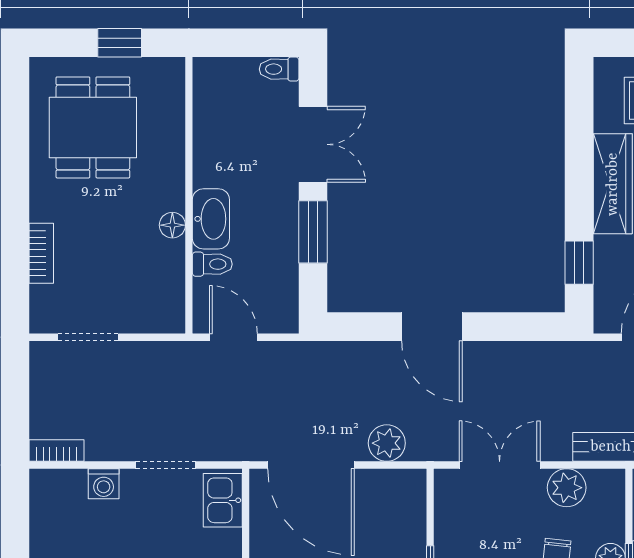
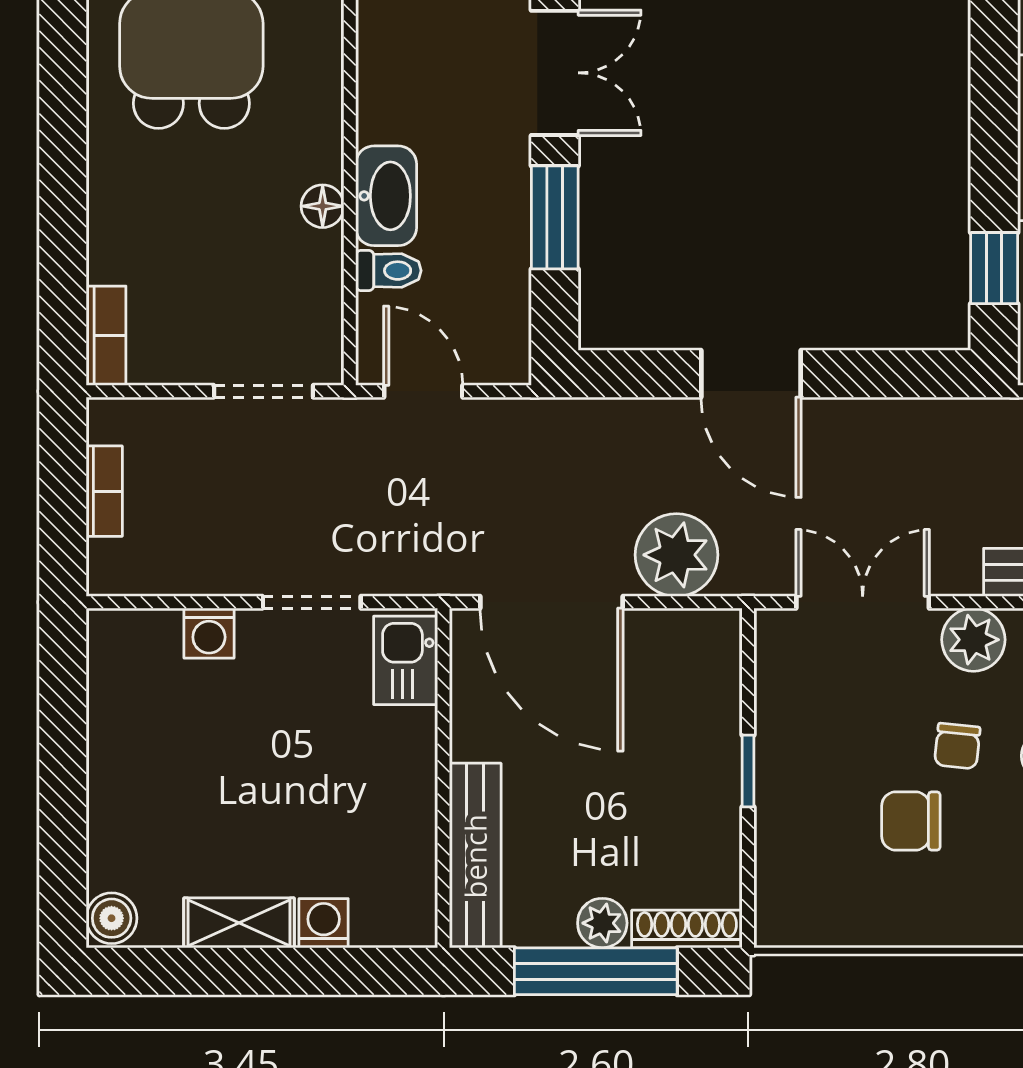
bookcase: (41, 253) -> (106, 336), moved
doorway: (88, 337) -> (264, 391), moved
plant: (387, 443) -> (677, 555), width x1.36, depth x1.36
bookcase: (57, 451) -> (104, 491), moved, turned 90

